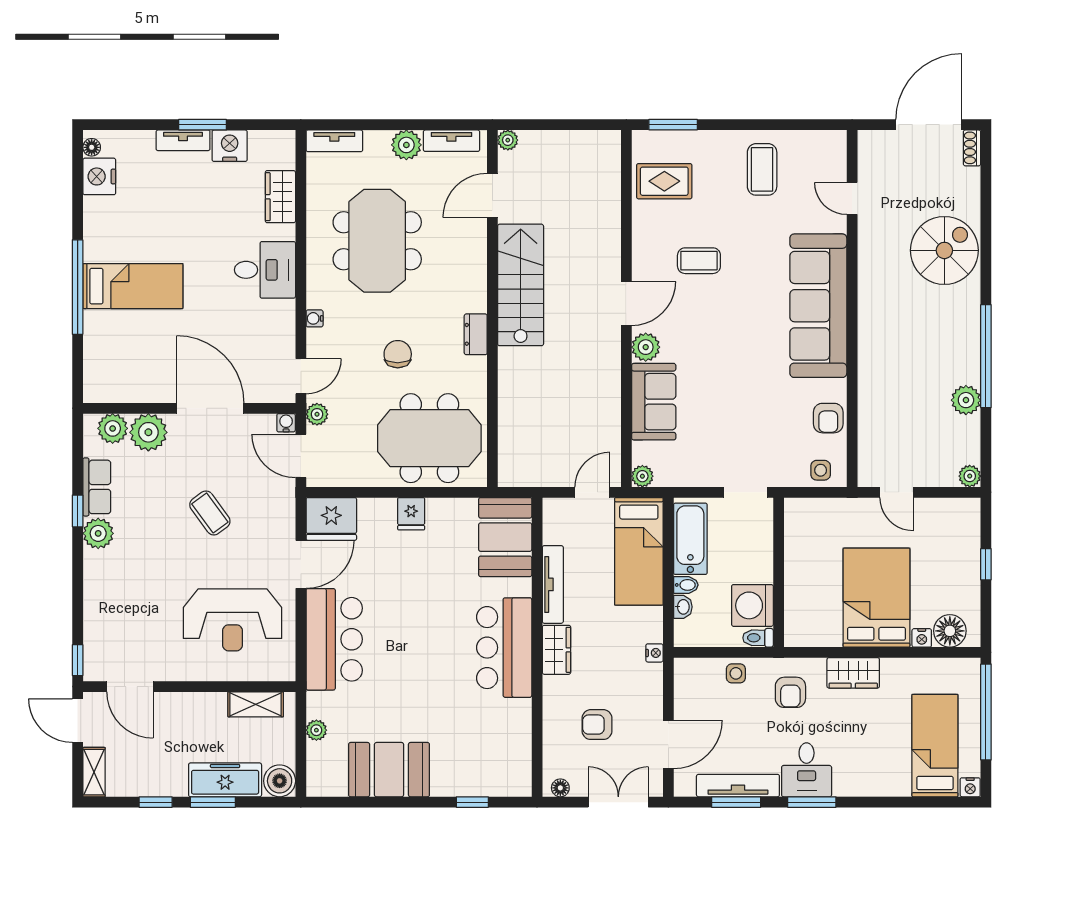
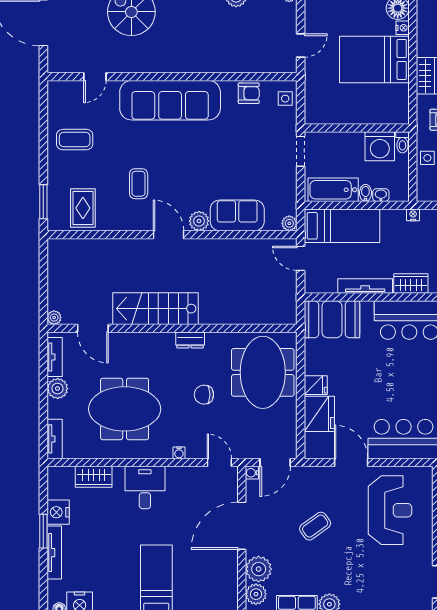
tv unit: (183, 140) -> (54, 553), width x1.41
plant: (317, 414) -> (246, 451), removed
fridge: (331, 519) -> (319, 414), moved

